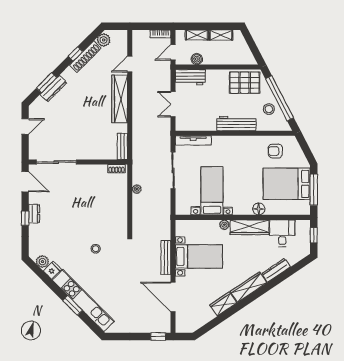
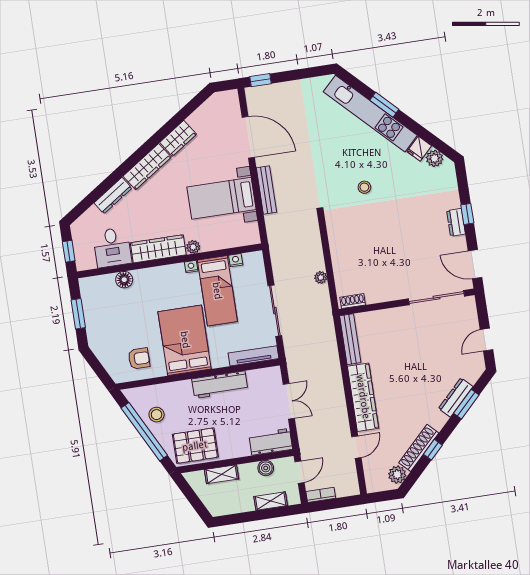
shelving: (221, 35) -> (222, 474), moved
workbench: (236, 123) -> (220, 385), moved
bench: (122, 146) -> (350, 339), width x1.36
bed: (287, 184) -> (185, 340), moved, turned -90
window: (314, 190) -> (78, 314), width x0.69
floor lamp: (259, 209) -> (124, 280), moved

